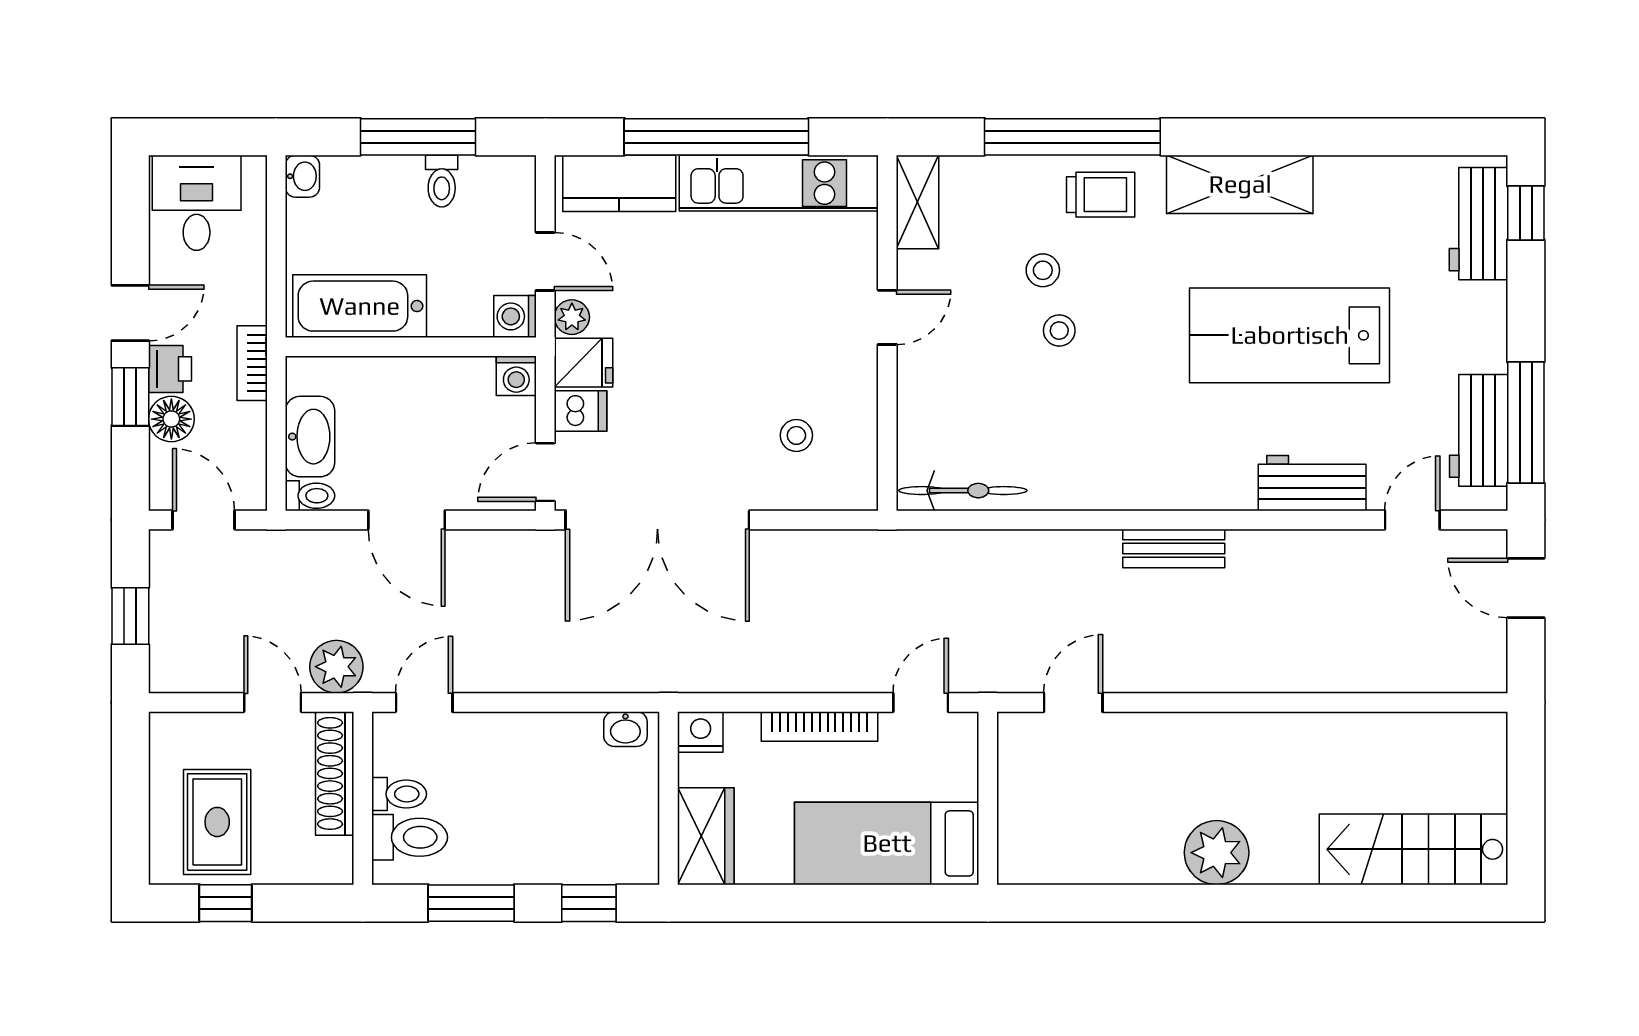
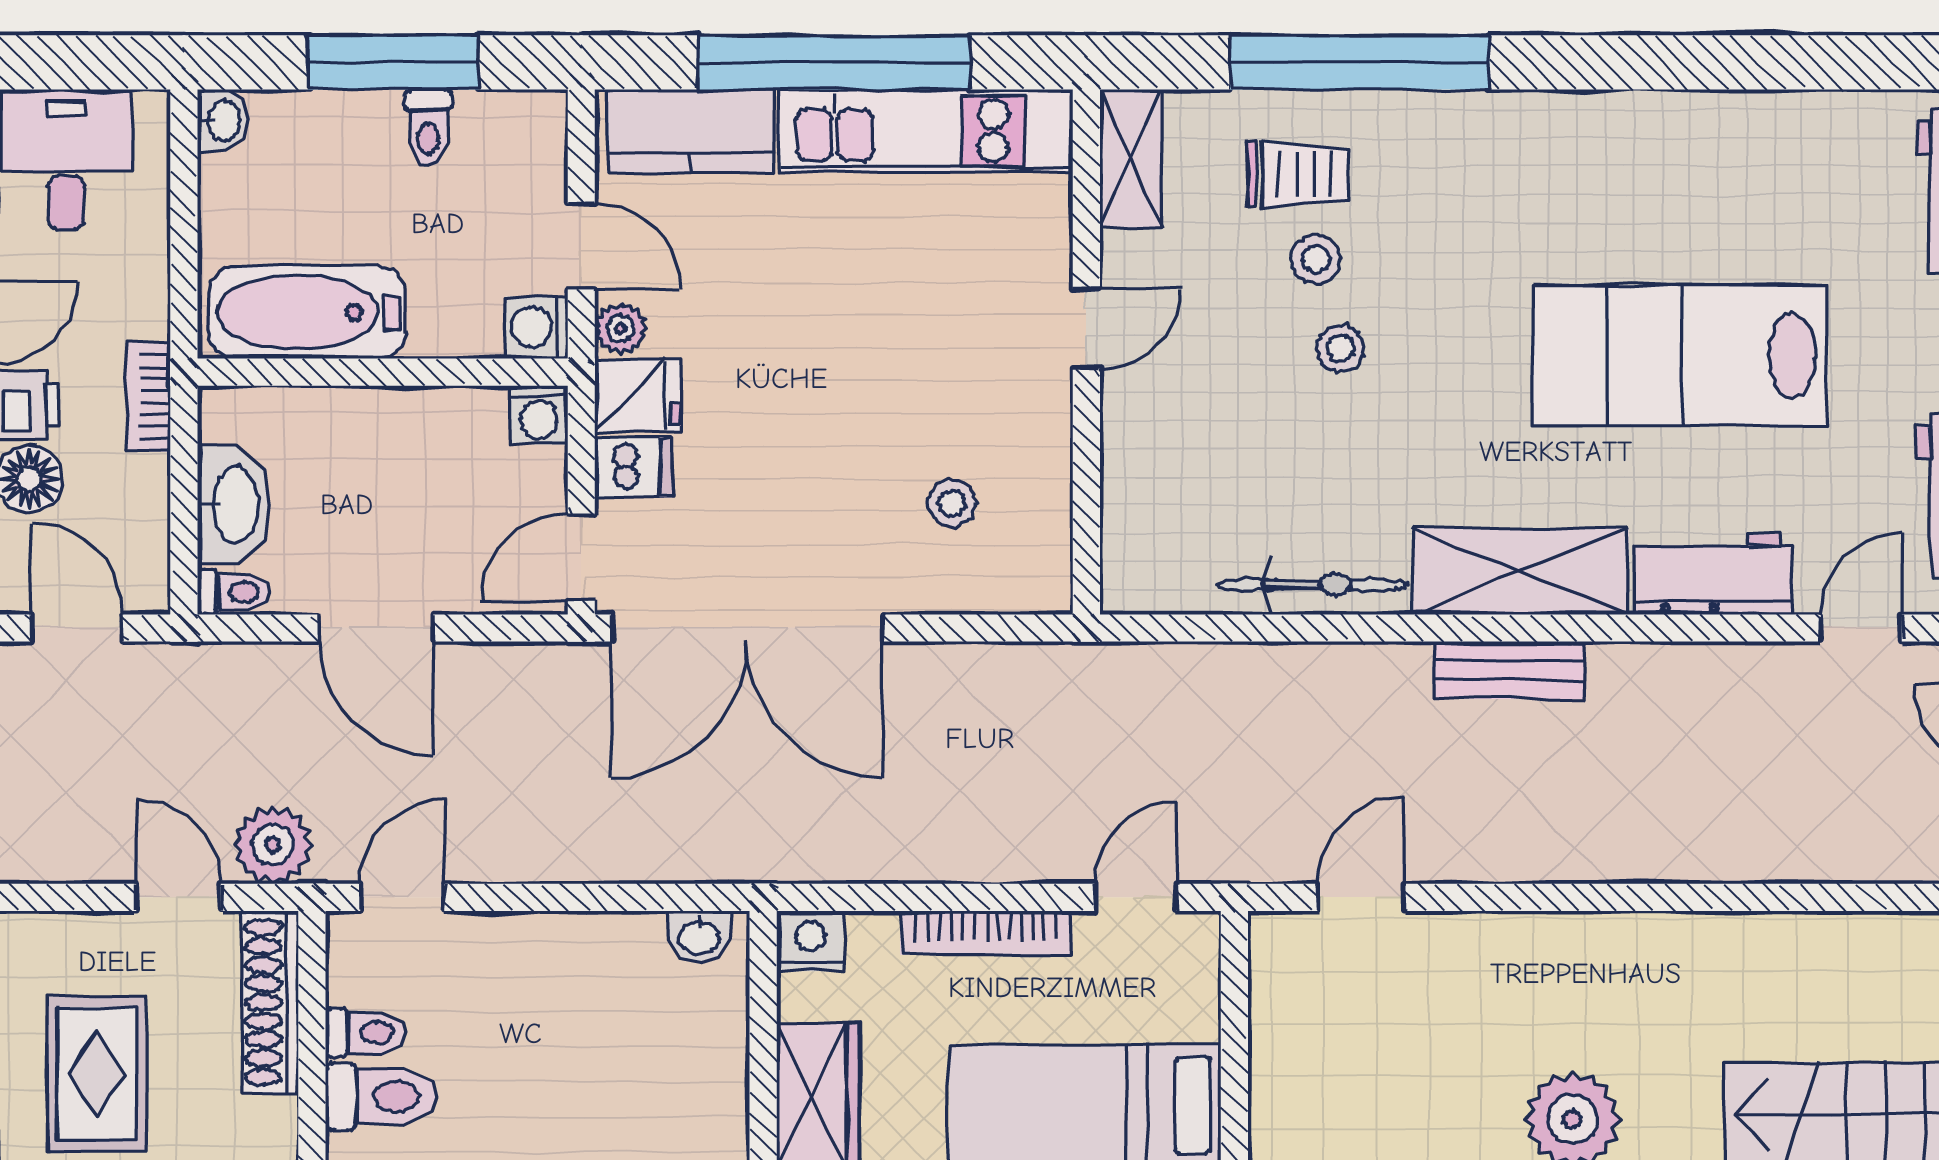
shelving: (1240, 184) -> (1521, 571), moved
trolley: (1101, 195) -> (1298, 174), moved
bicycle: (963, 491) -> (1313, 585), moved

